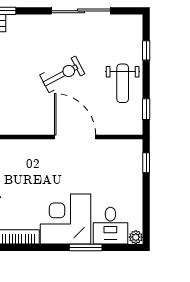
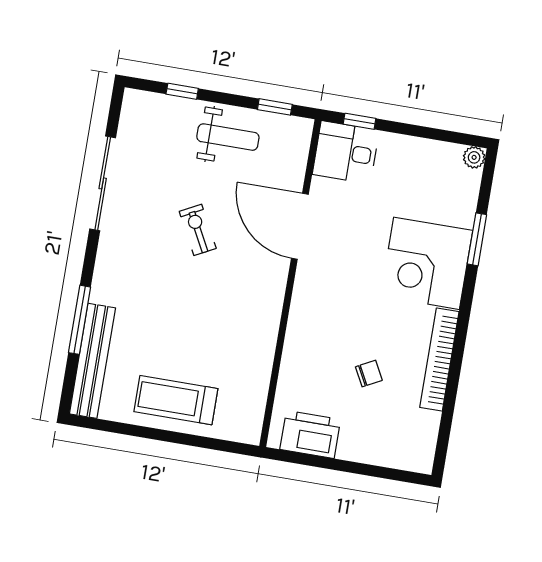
exercise bike: (62, 74) -> (198, 230), width x0.73, depth x0.72
door: (75, 137) -> (300, 226), hinge flipped
desk: (110, 226) -> (346, 152), moved, turned 180

